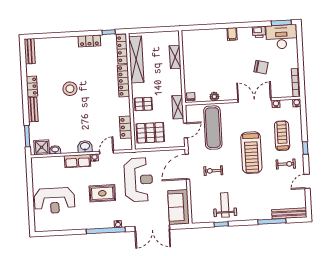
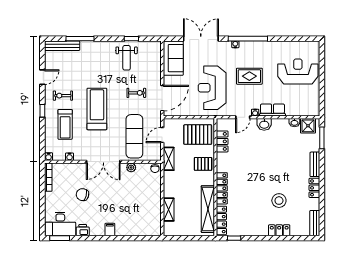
locker: (89, 41) -> (279, 230), moved
stool: (70, 89) -> (279, 201), moved
double door: (254, 100) -> (103, 162), moved

